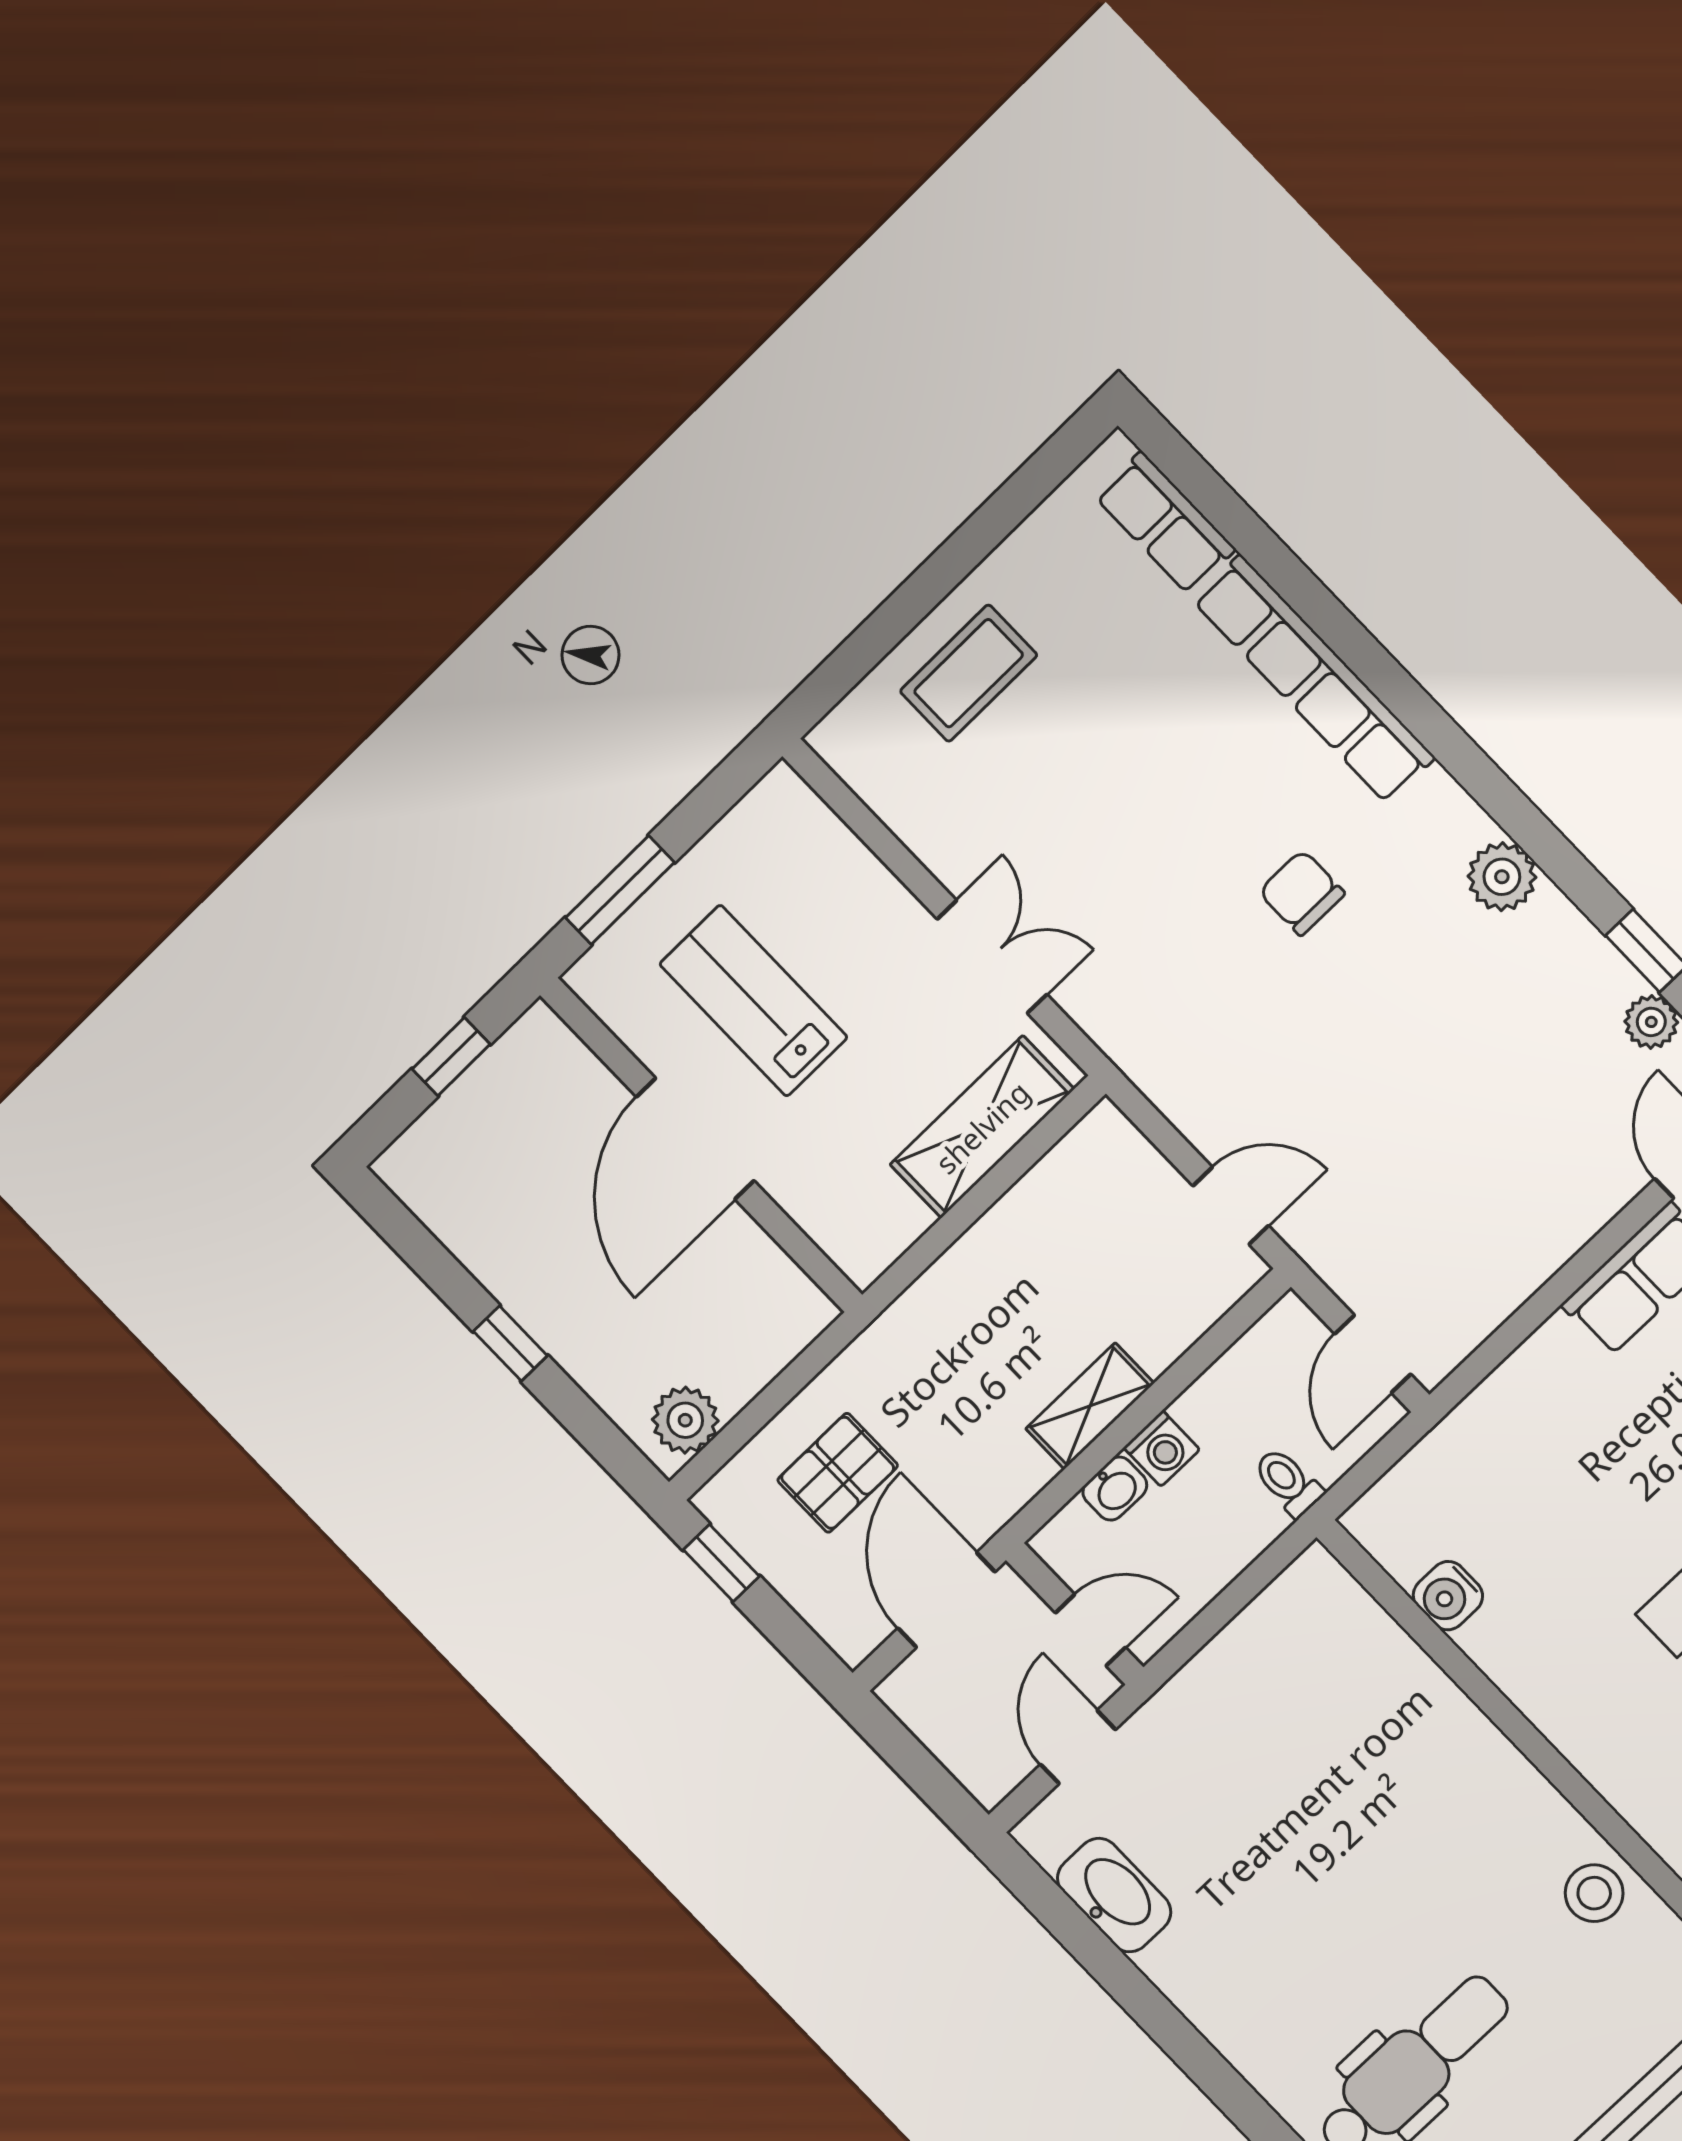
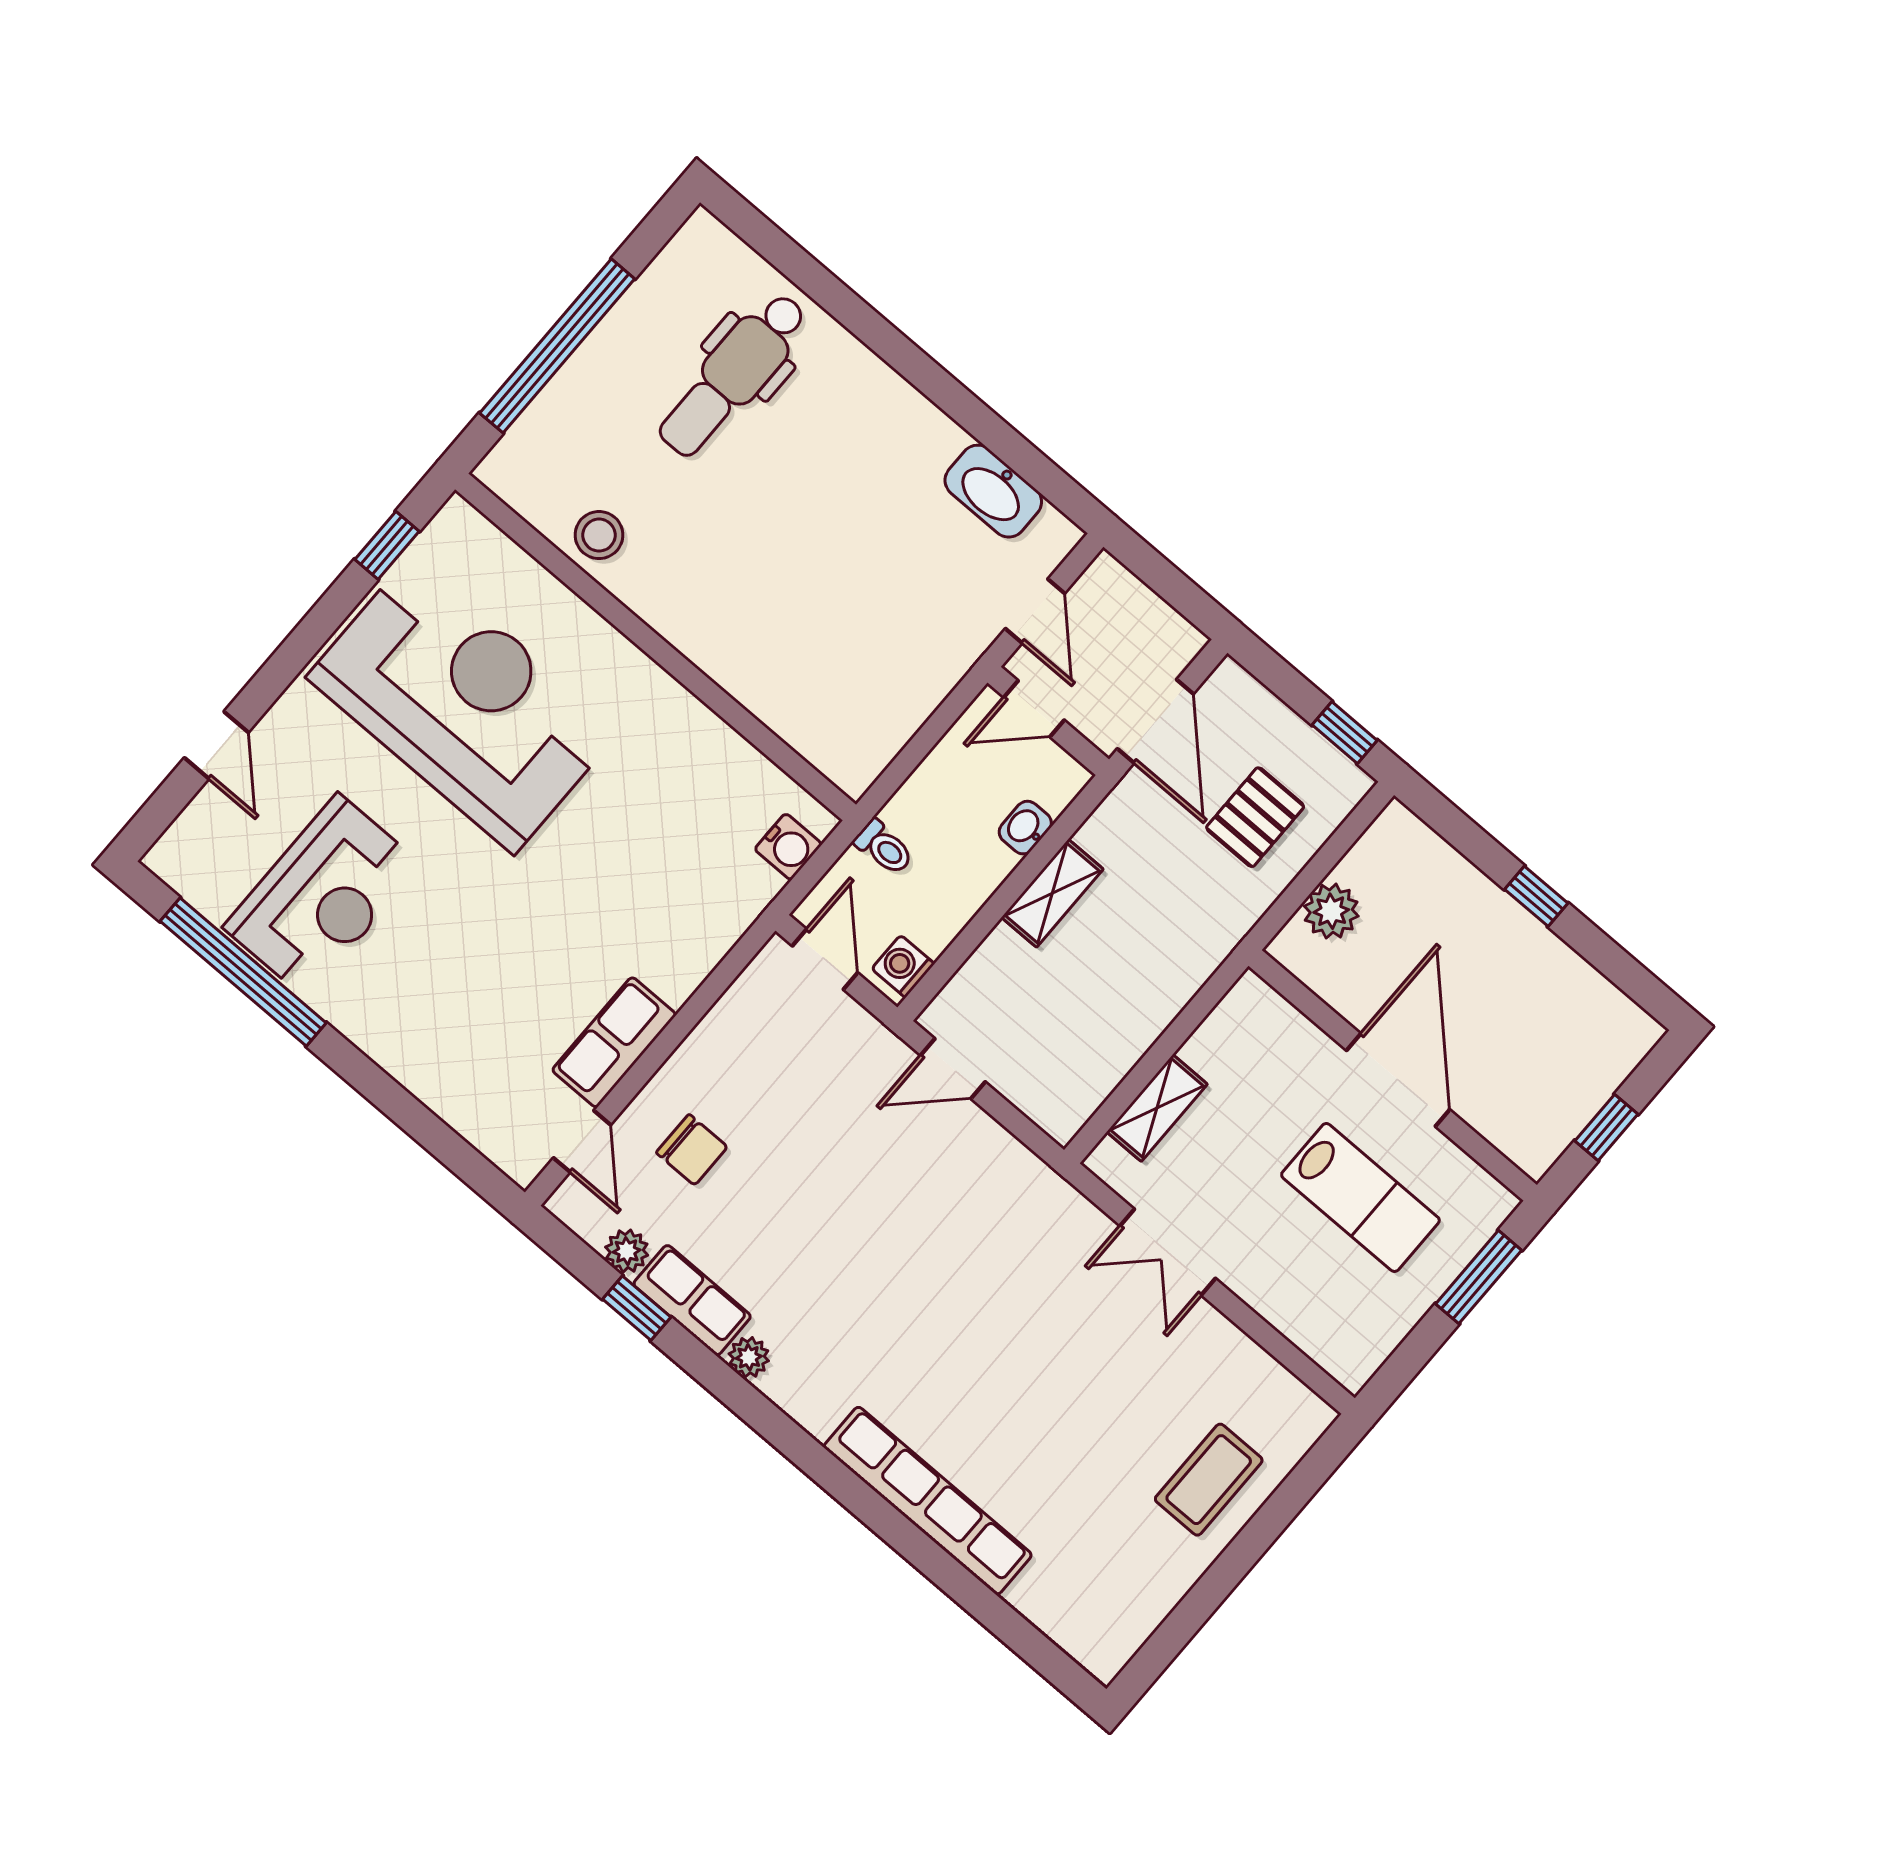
row of seats: (1165, 523) -> (692, 1300), moved
plant: (1502, 877) -> (749, 1357), width x0.73, depth x0.73
chair: (1302, 893) -> (692, 1150), moved
shelving: (982, 1127) -> (1157, 1108), width x0.67, depth x0.75
plant: (685, 1420) -> (1331, 911), moved
washing machine: (1162, 1448) -> (903, 966), moved
water cooler: (1448, 1596) -> (788, 847), moved, turned 90

